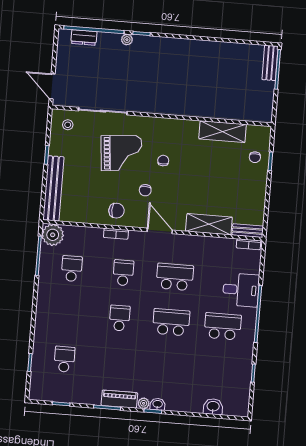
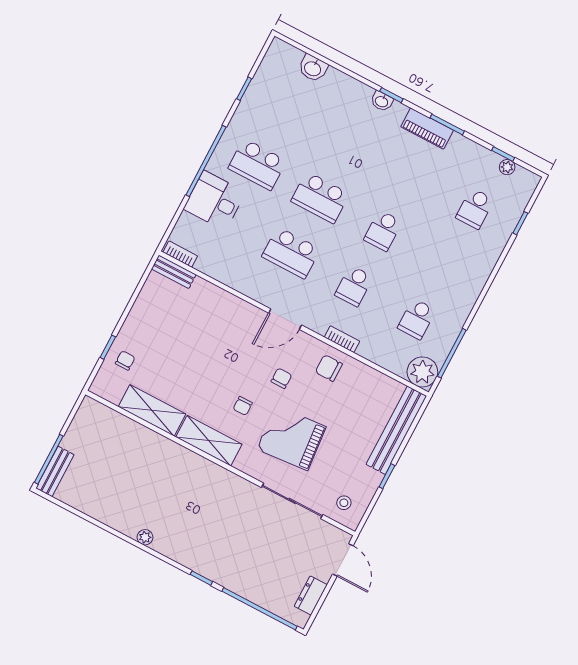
dresser: (84, 37) -> (311, 596), moved, turned -90
plant: (127, 40) -> (145, 537), moved
shelving: (209, 224) -> (209, 441), moved
door: (160, 231) -> (285, 319), hinge flipped
plant: (144, 403) -> (507, 167), moved

